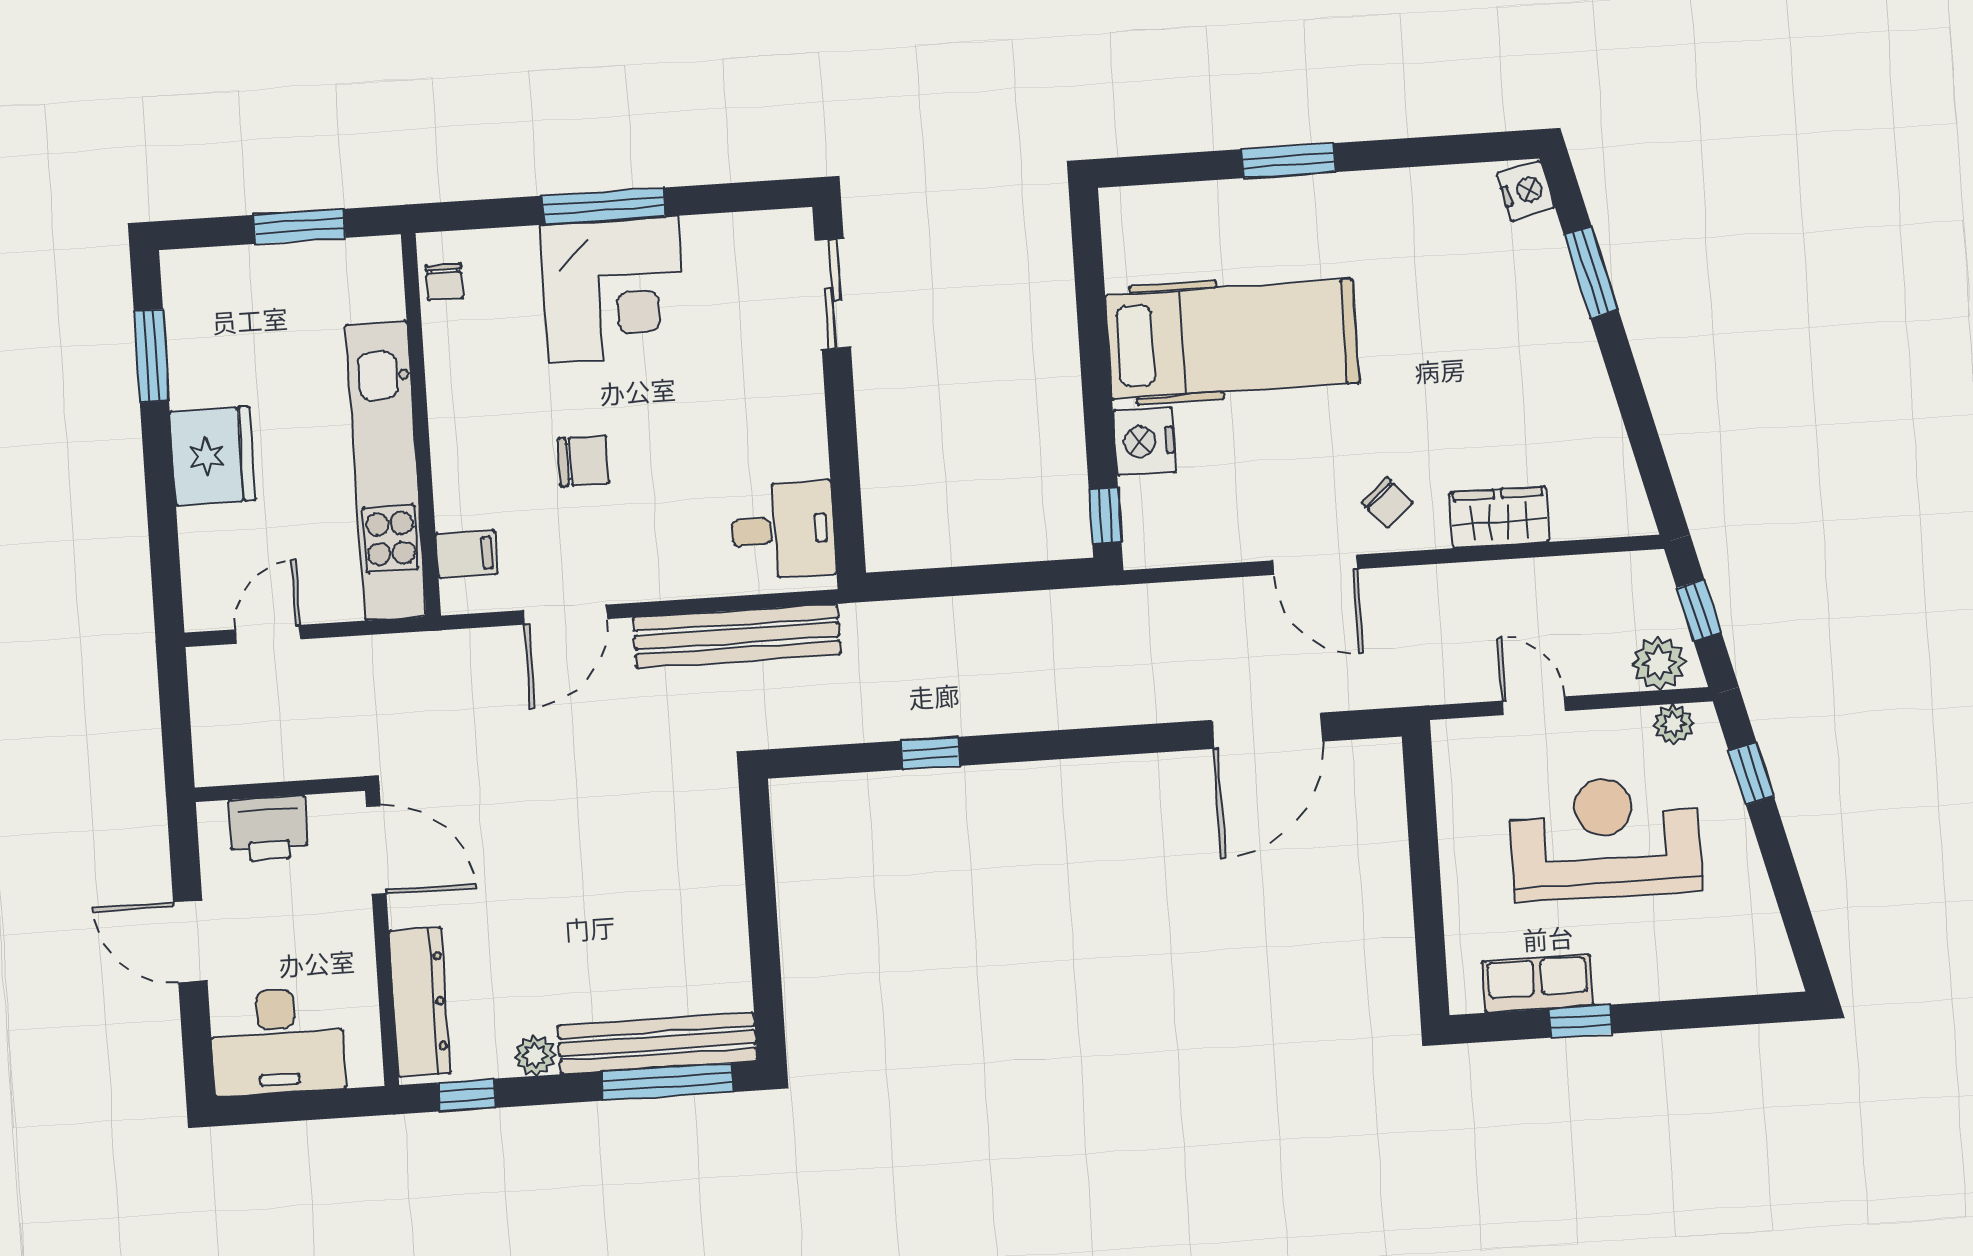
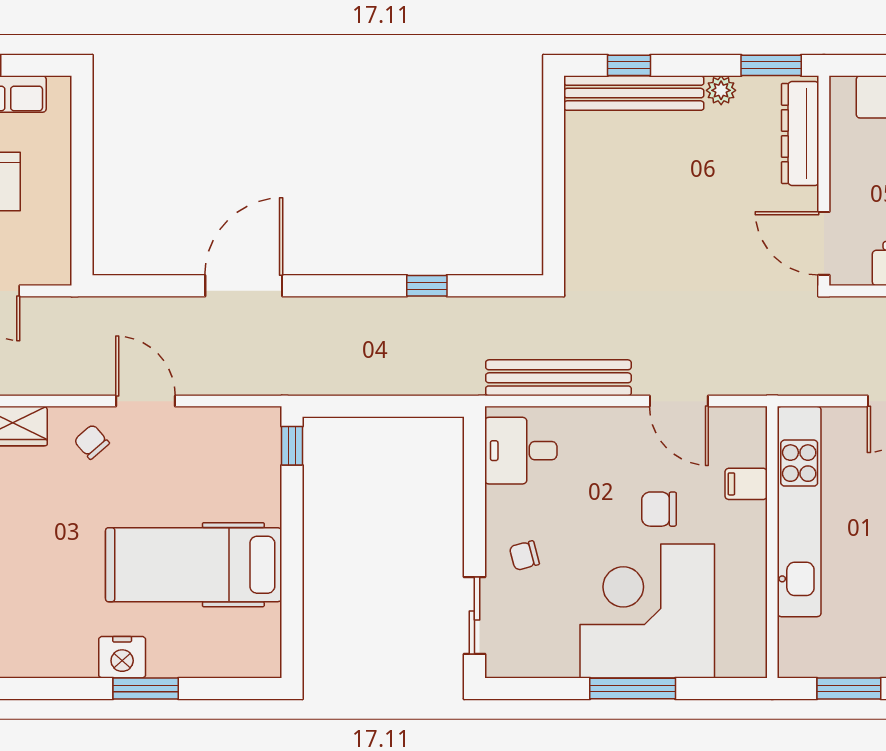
chair: (444, 282) -> (524, 556), moved, turned -105
corner desk: (613, 290) -> (647, 611), width x1.36, depth x1.36
nightstand: (1144, 441) -> (122, 657), moved, turned 90
filing cabinet: (466, 554) -> (746, 484), moved
door: (565, 615) -> (679, 401), swing flipped
door: (1267, 731) -> (244, 286), moved
window: (667, 1082) -> (629, 65), width x0.46
window: (467, 1095) -> (771, 65), width x1.50

